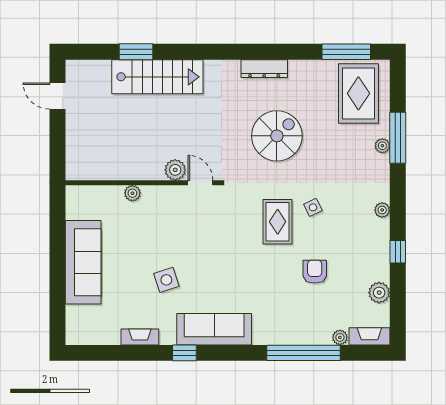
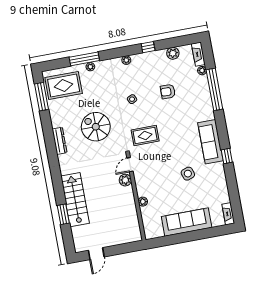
rug: (278, 222) -> (145, 135), moved
fireplace: (140, 337) -> (228, 214), moved

